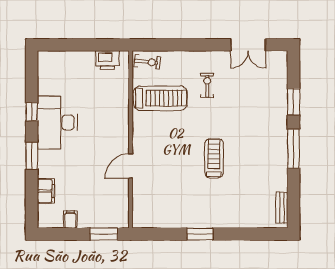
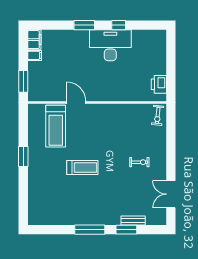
treadmill: (160, 98) -> (56, 126), moved
filing cabinet: (46, 191) -> (34, 40), moved, turned -90
bench: (282, 208) -> (133, 220), moved

